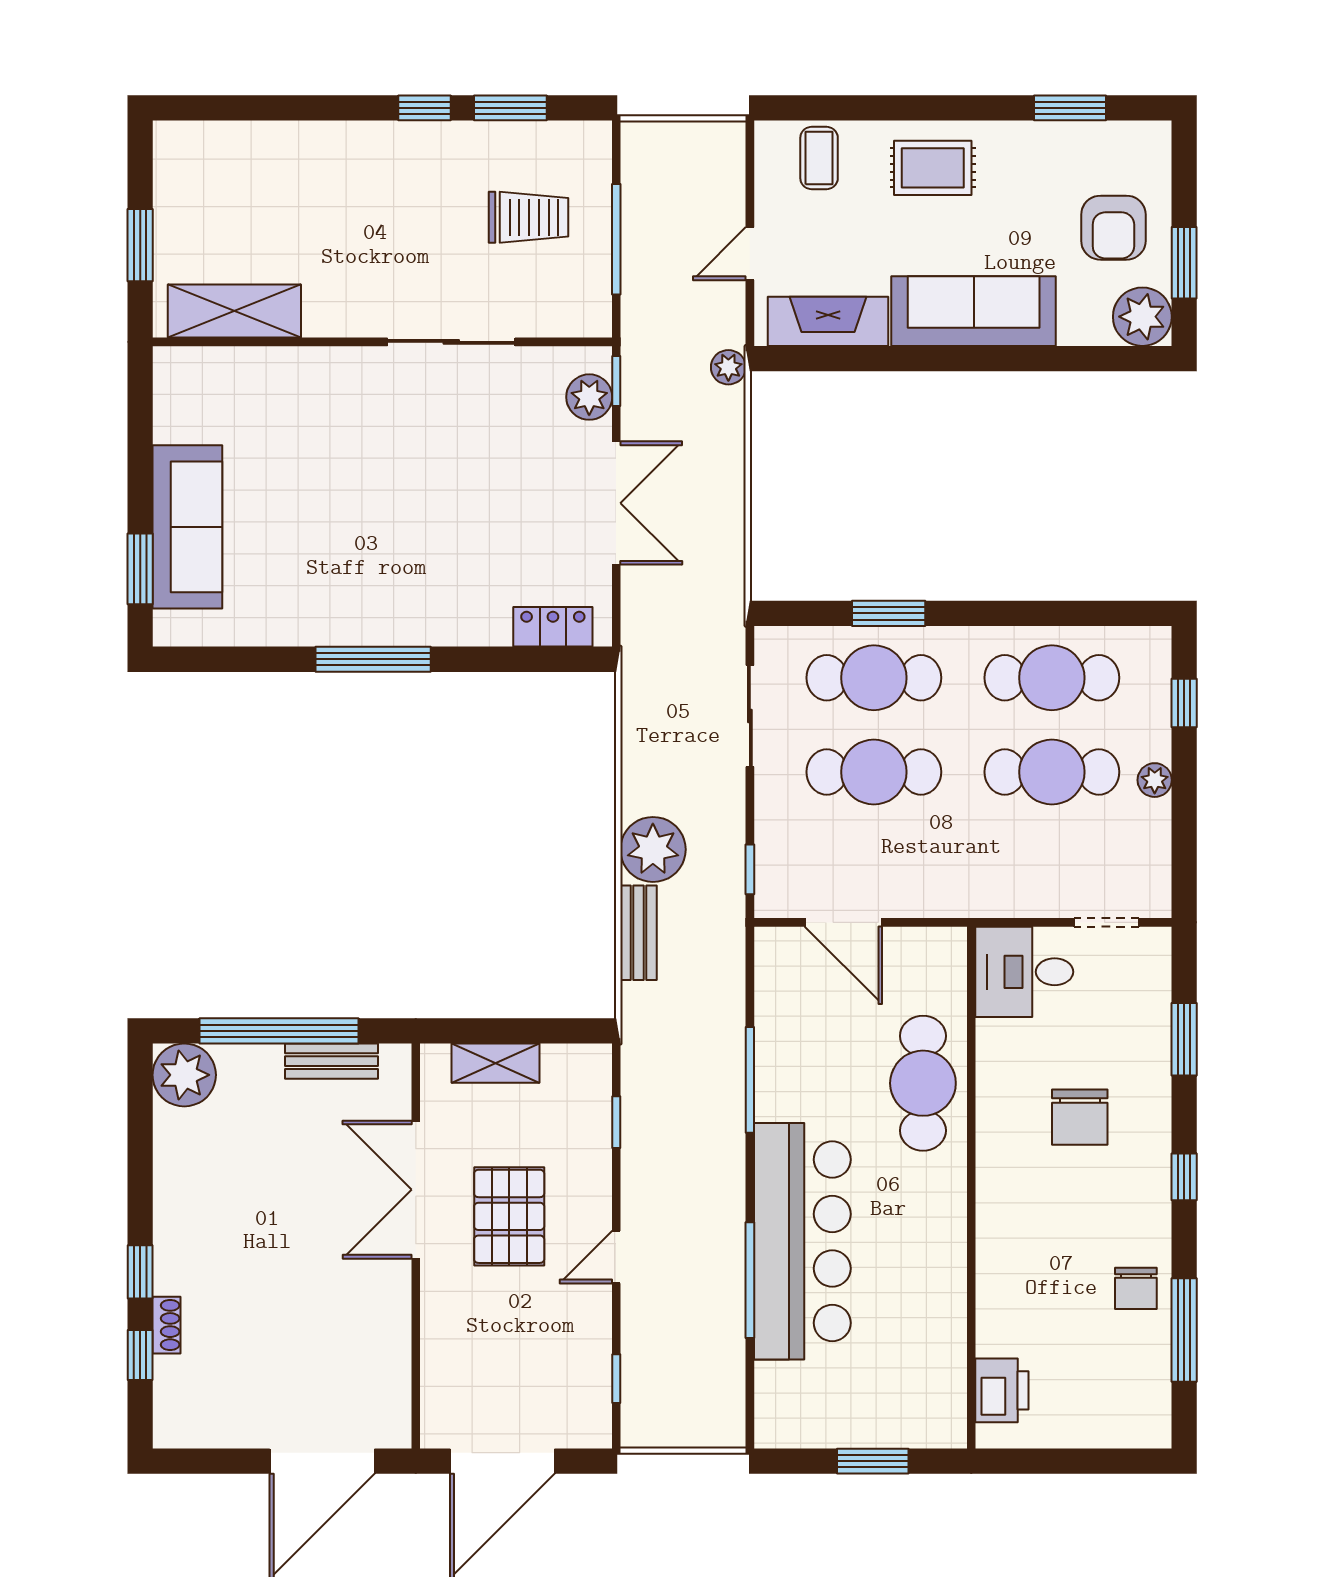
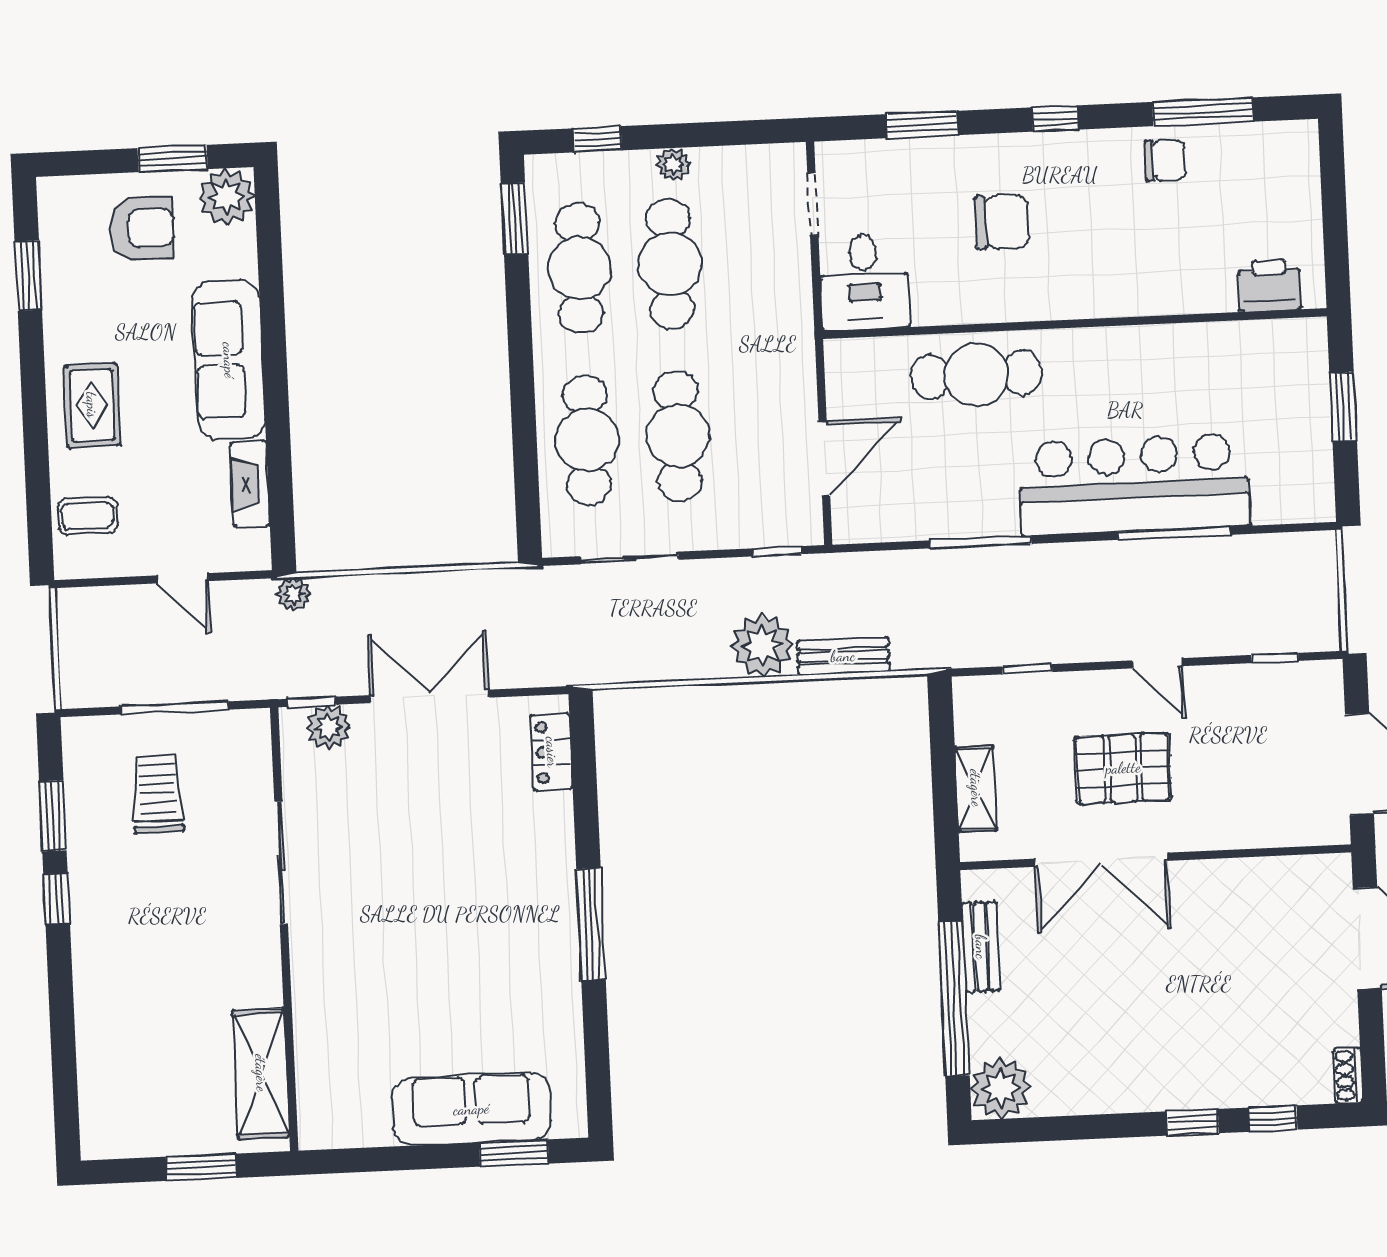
fireplace: (828, 321) -> (250, 484), width x0.73, depth x0.76
window: (889, 613) -> (515, 219), moved
shoe rack: (167, 1325) -> (1348, 1076), moved, turned -90

